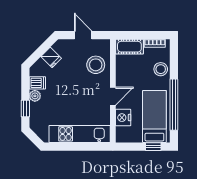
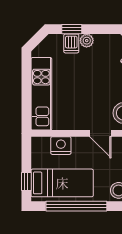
dishwasher: (37, 83) -> (71, 43), moved
door: (113, 96) -> (100, 133), moved

